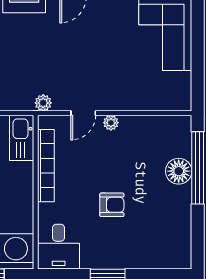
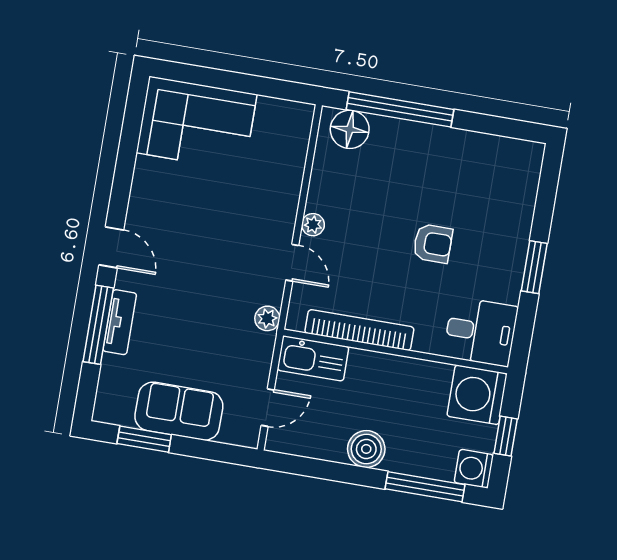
floor lamp: (179, 171) -> (350, 129), moved
armchair: (112, 205) -> (433, 244), turned 90

